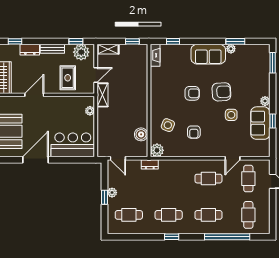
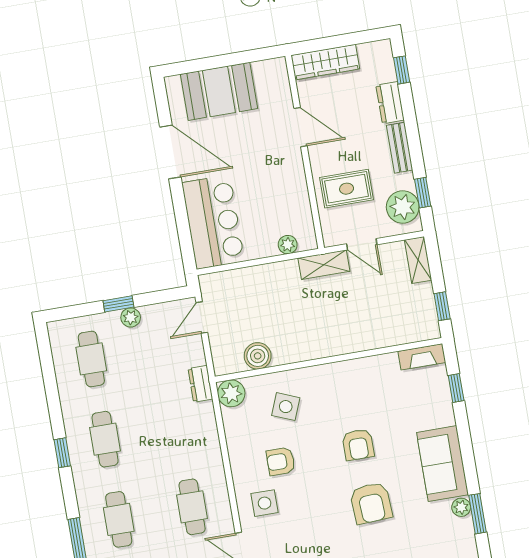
side table: (231, 115) -> (265, 503), moved

